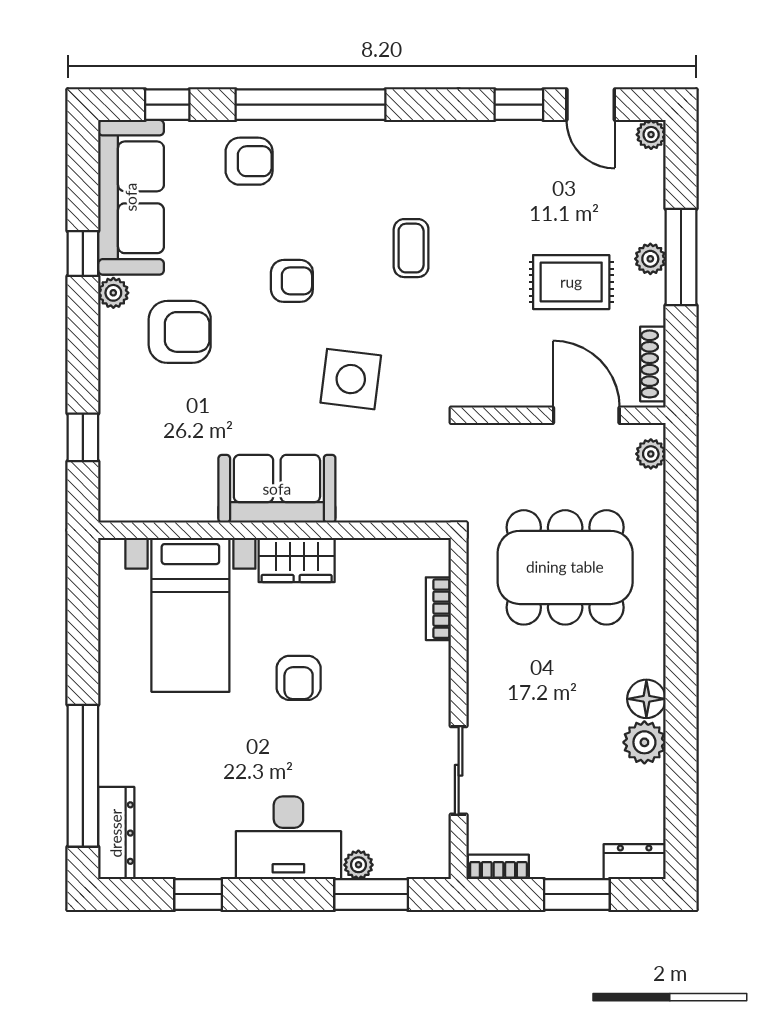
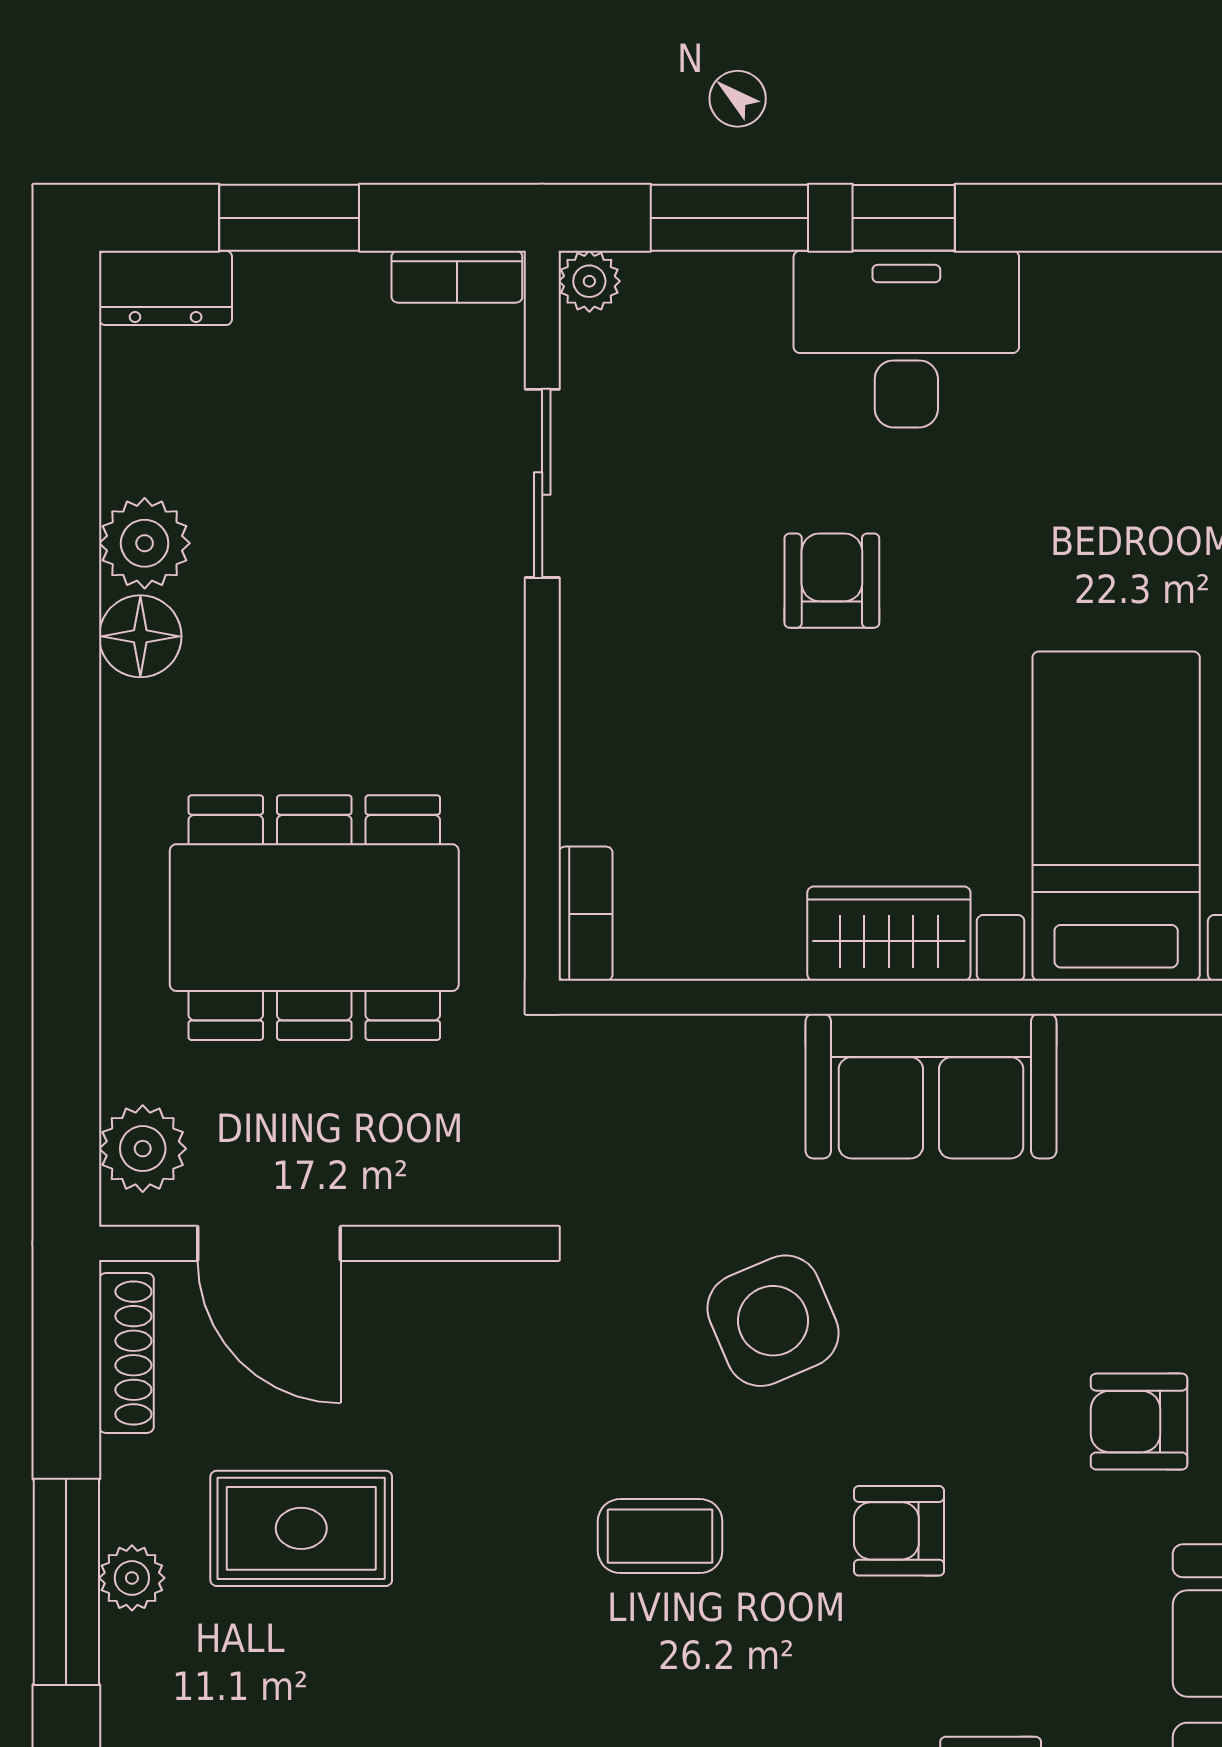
coffee table: (411, 248) -> (660, 1536), moved, turned 90
armchair: (180, 332) -> (1139, 1422), width x0.72, depth x0.72
side table: (351, 379) -> (773, 1321), turned -30
plant: (651, 454) -> (143, 1149), width x1.38, depth x1.38
bookcase: (438, 609) -> (586, 914), moved
armchair: (299, 678) -> (832, 581), moved
plant: (358, 865) -> (589, 281), moved
window: (198, 894) -> (904, 218), moved

